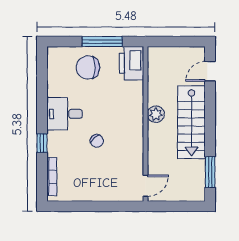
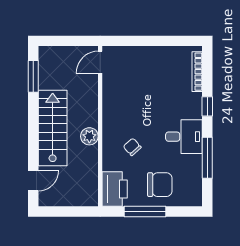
window: (42, 93) -> (207, 158), added
chair: (97, 141) -> (132, 147), moved

